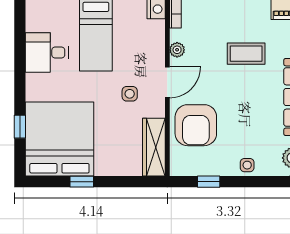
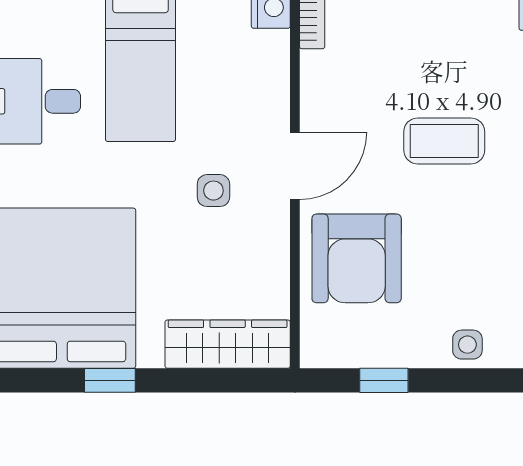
plant: (177, 50) -> (316, 95), removed
coffee table: (246, 54) -> (444, 141), moved
wardrobe: (154, 147) -> (228, 344), moved, turned 90

